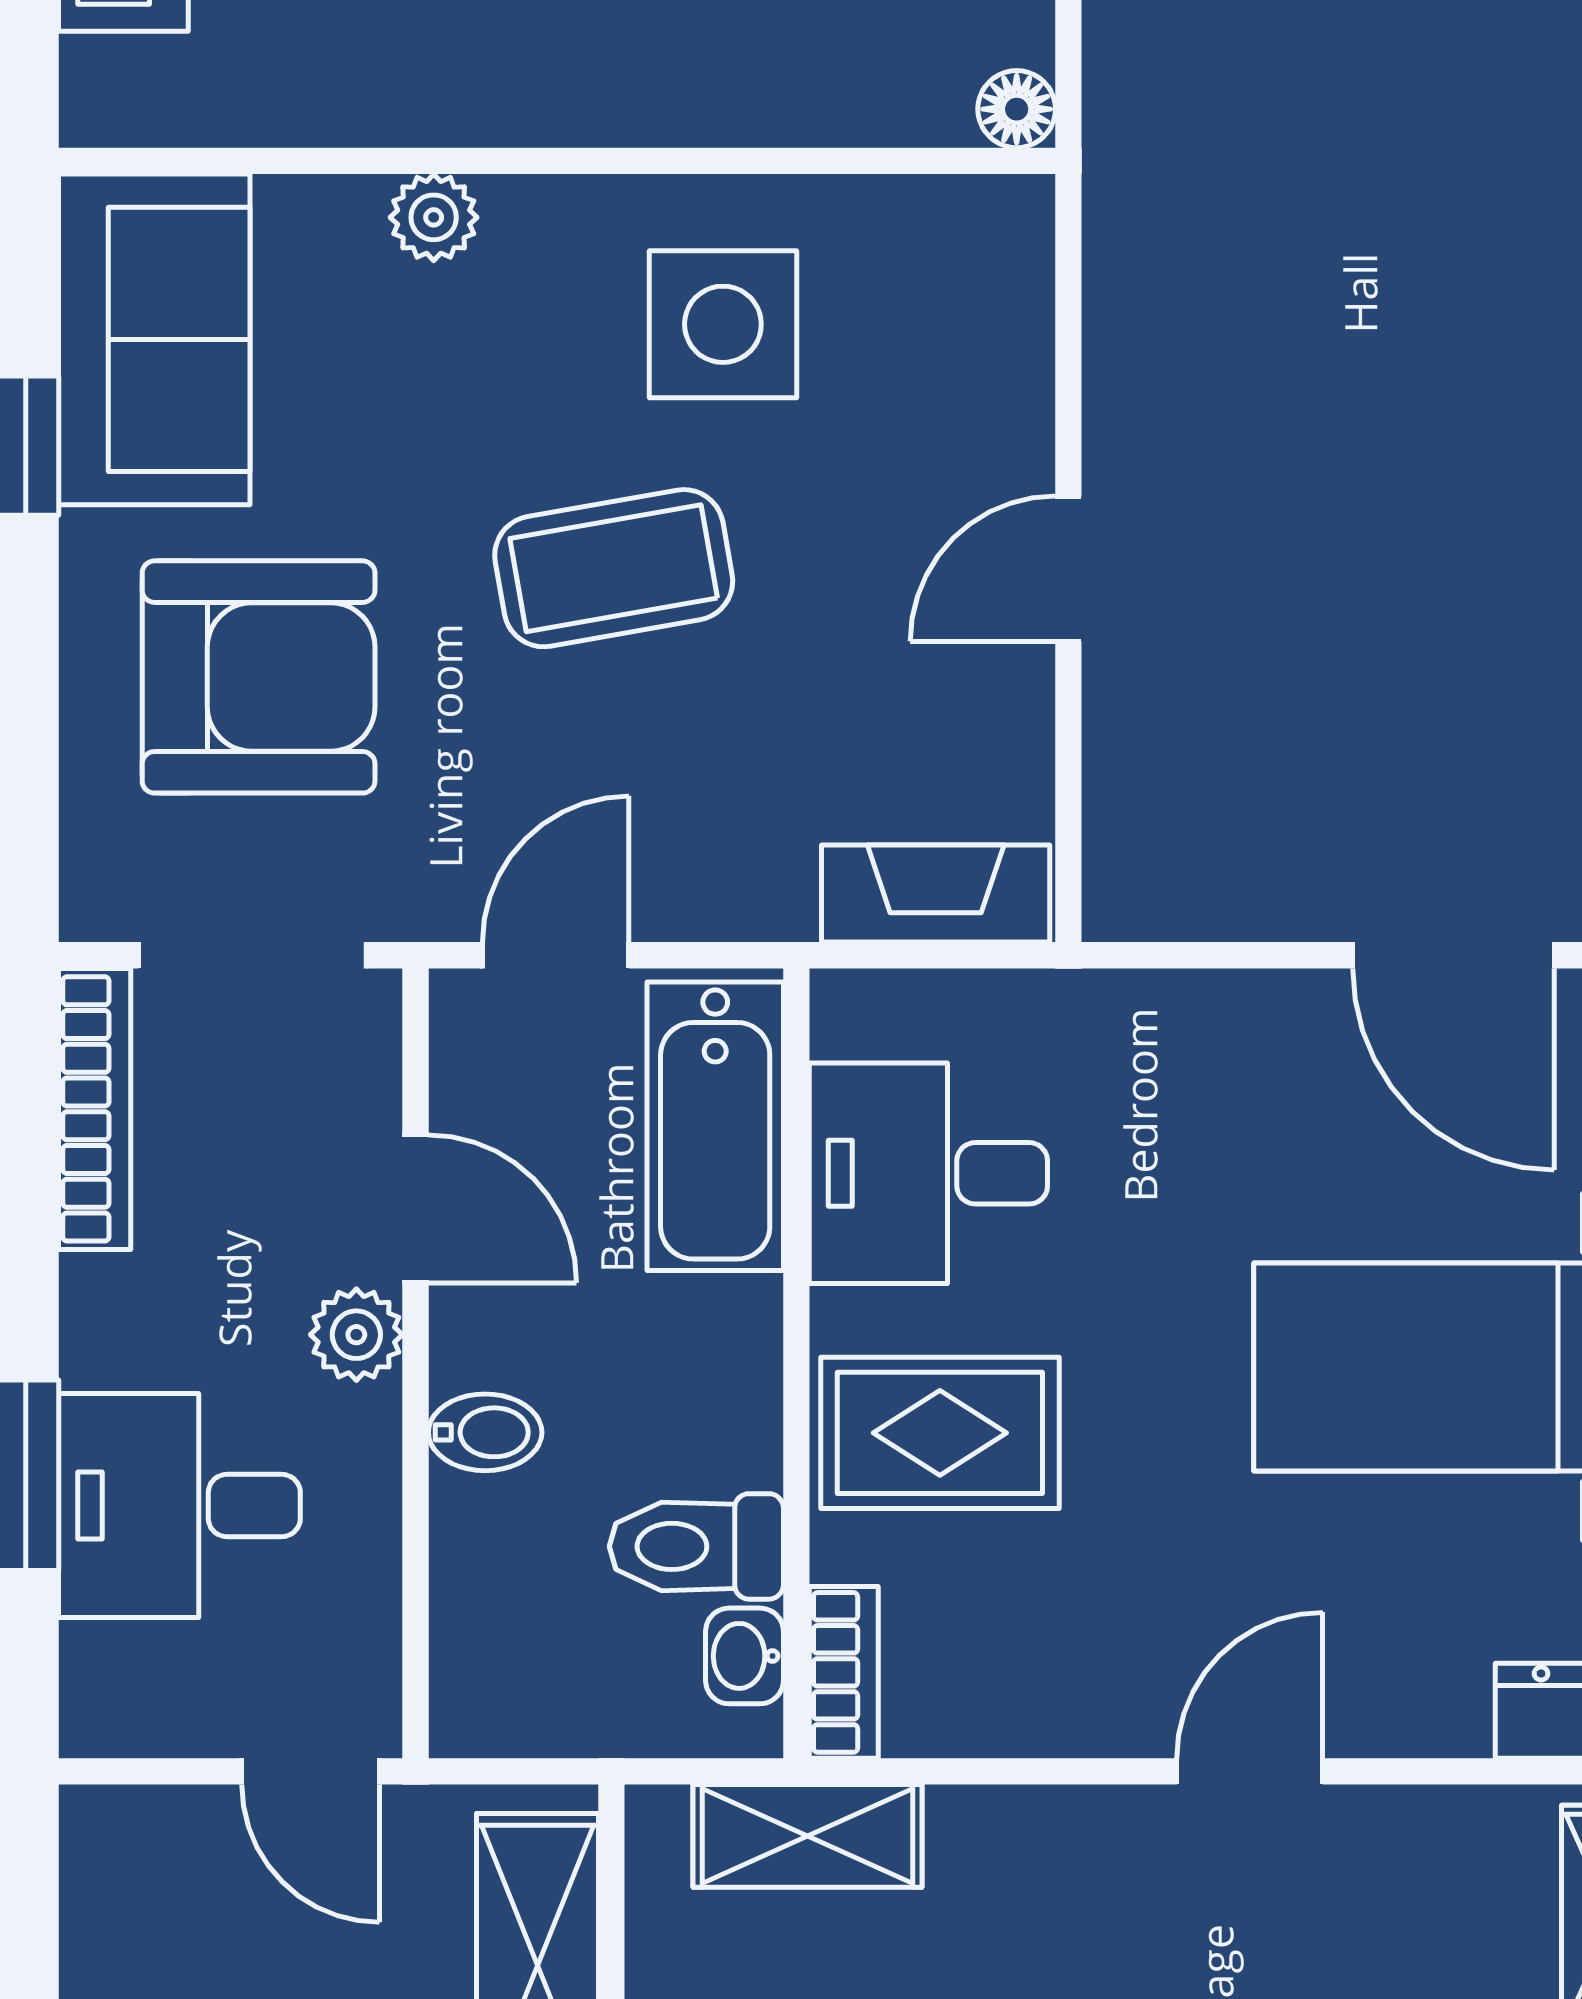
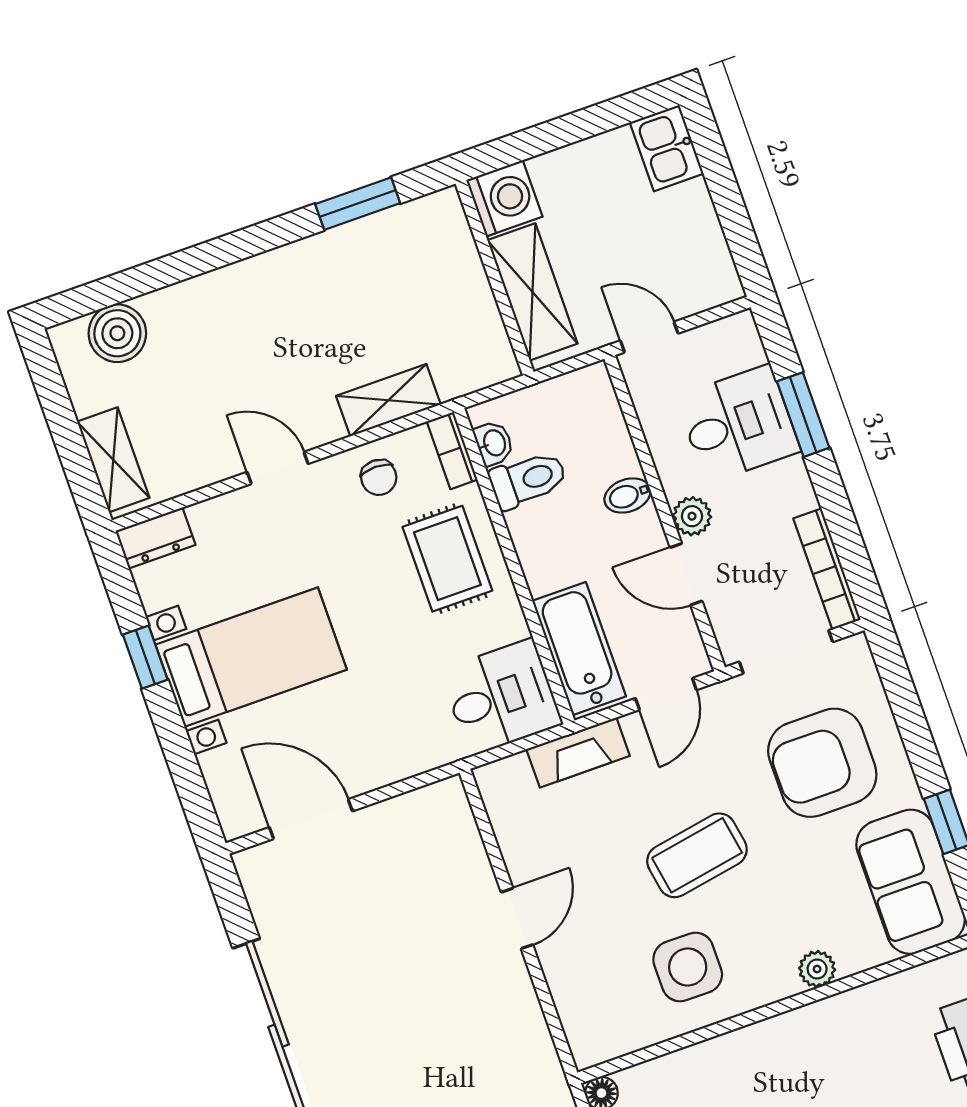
fireplace: (936, 894) -> (578, 752), moved
desk: (928, 1173) -> (501, 697), moved
rug: (940, 1433) -> (447, 559), turned 90
chair: (1030, 1670) -> (379, 477), added
door: (1250, 1771) -> (278, 468), swing flipped
shelving: (808, 1836) -> (388, 400), moved

